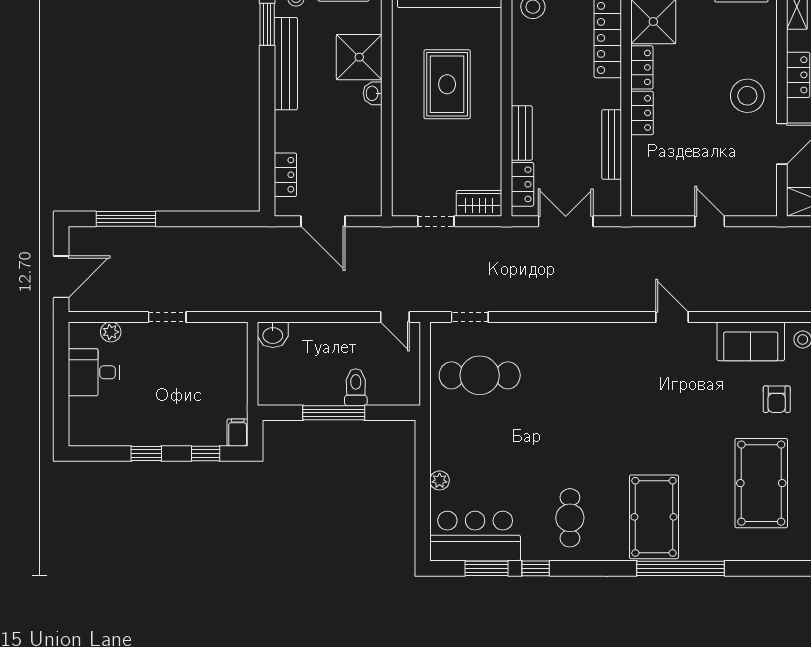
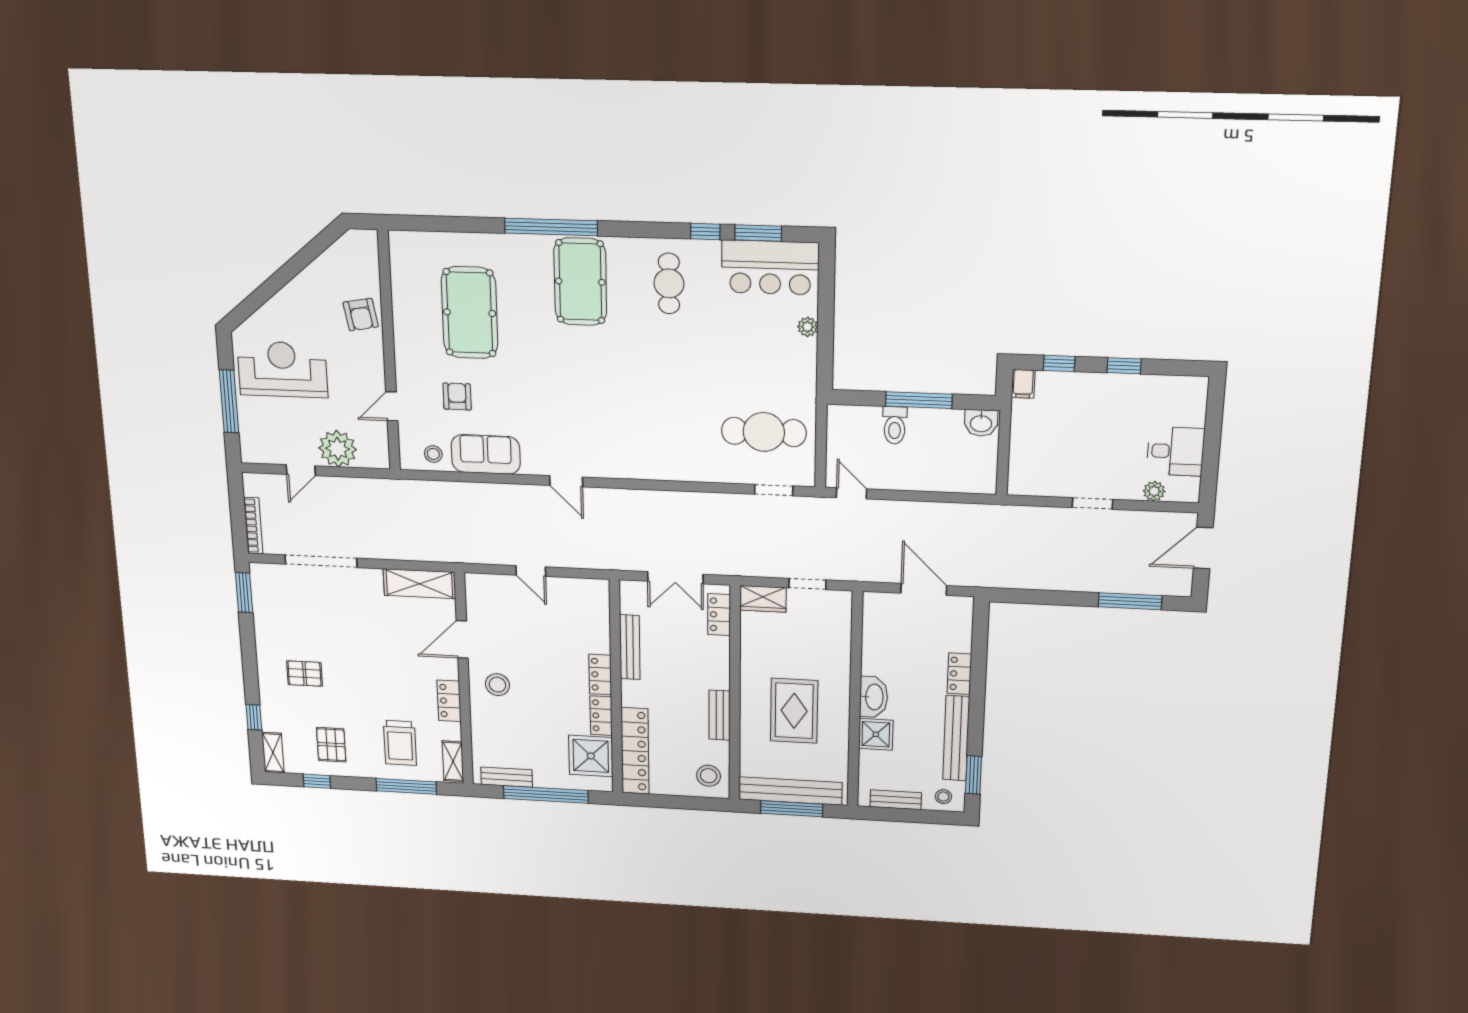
shower: (359, 57) -> (876, 734), width x0.73, depth x0.73
washbasin: (373, 93) -> (874, 697), width x1.91, depth x1.45
stool: (747, 96) -> (497, 685), width x0.73, depth x0.73
bench: (522, 133) -> (720, 715), moved
locker: (285, 175) -> (959, 674), moved
washbasin: (273, 335) -> (981, 423), moved, turned 180

